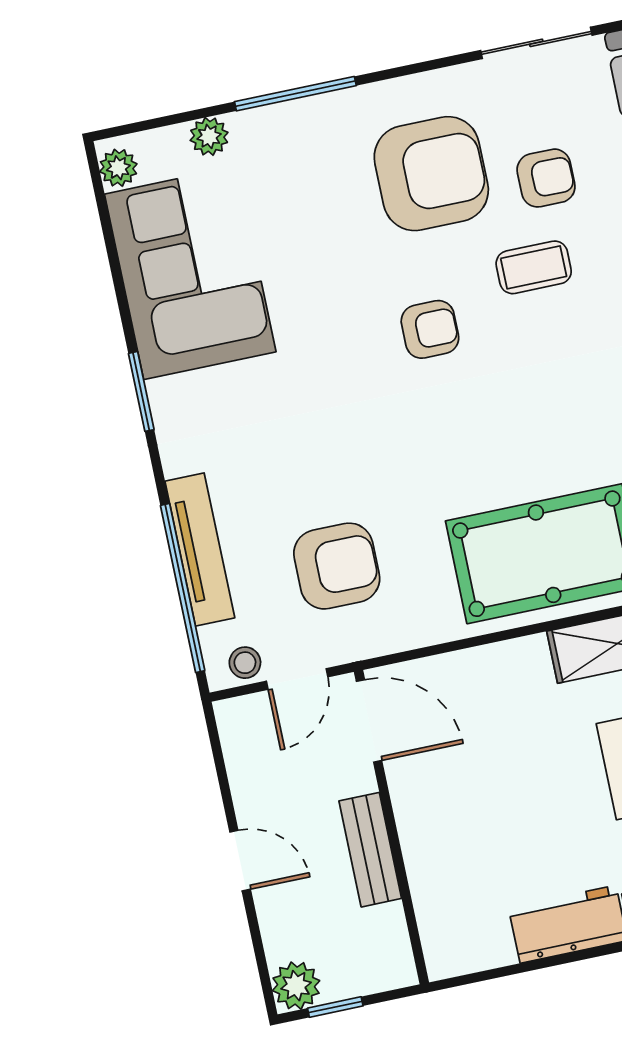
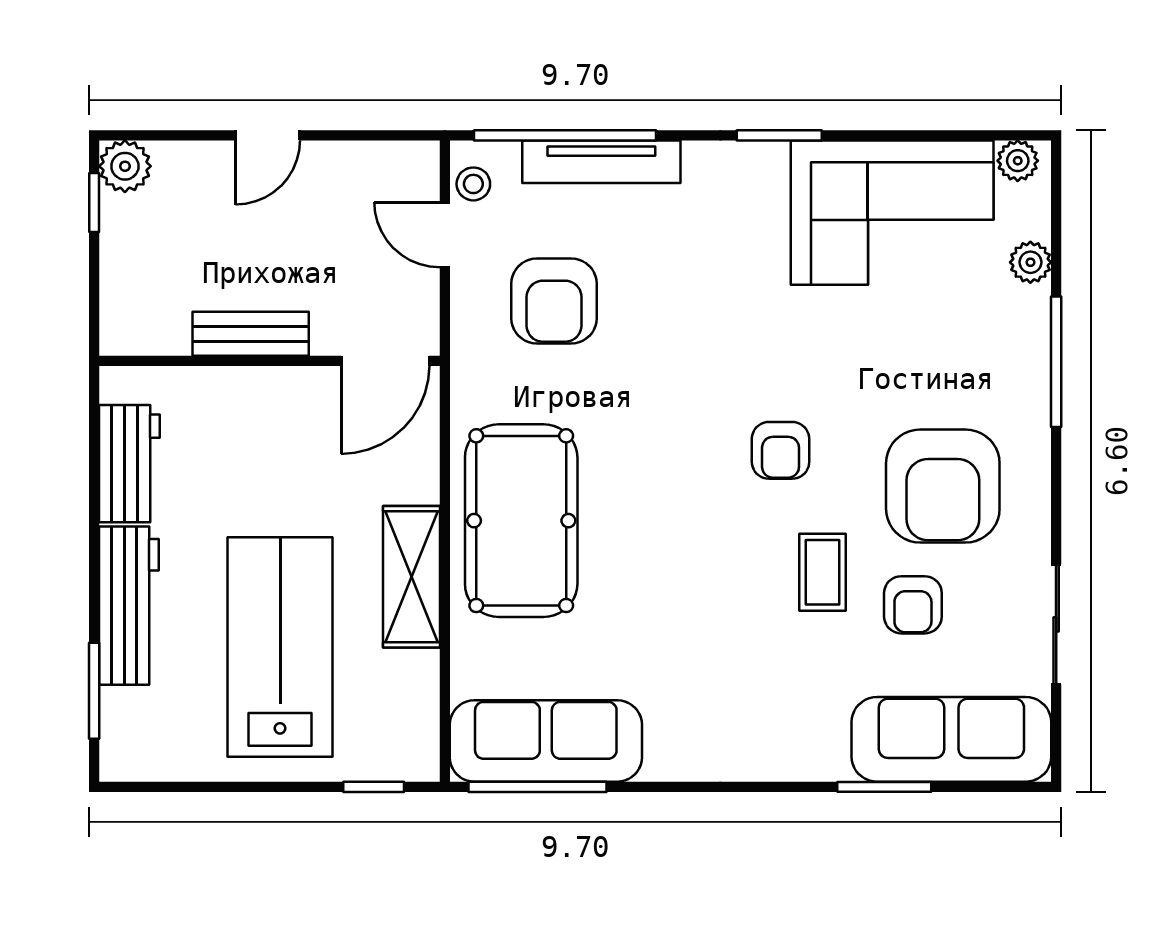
door: (369, 721) -> (385, 361), moved
wall: (391, 827) -> (269, 361), moved
bench: (370, 850) -> (251, 334), moved

